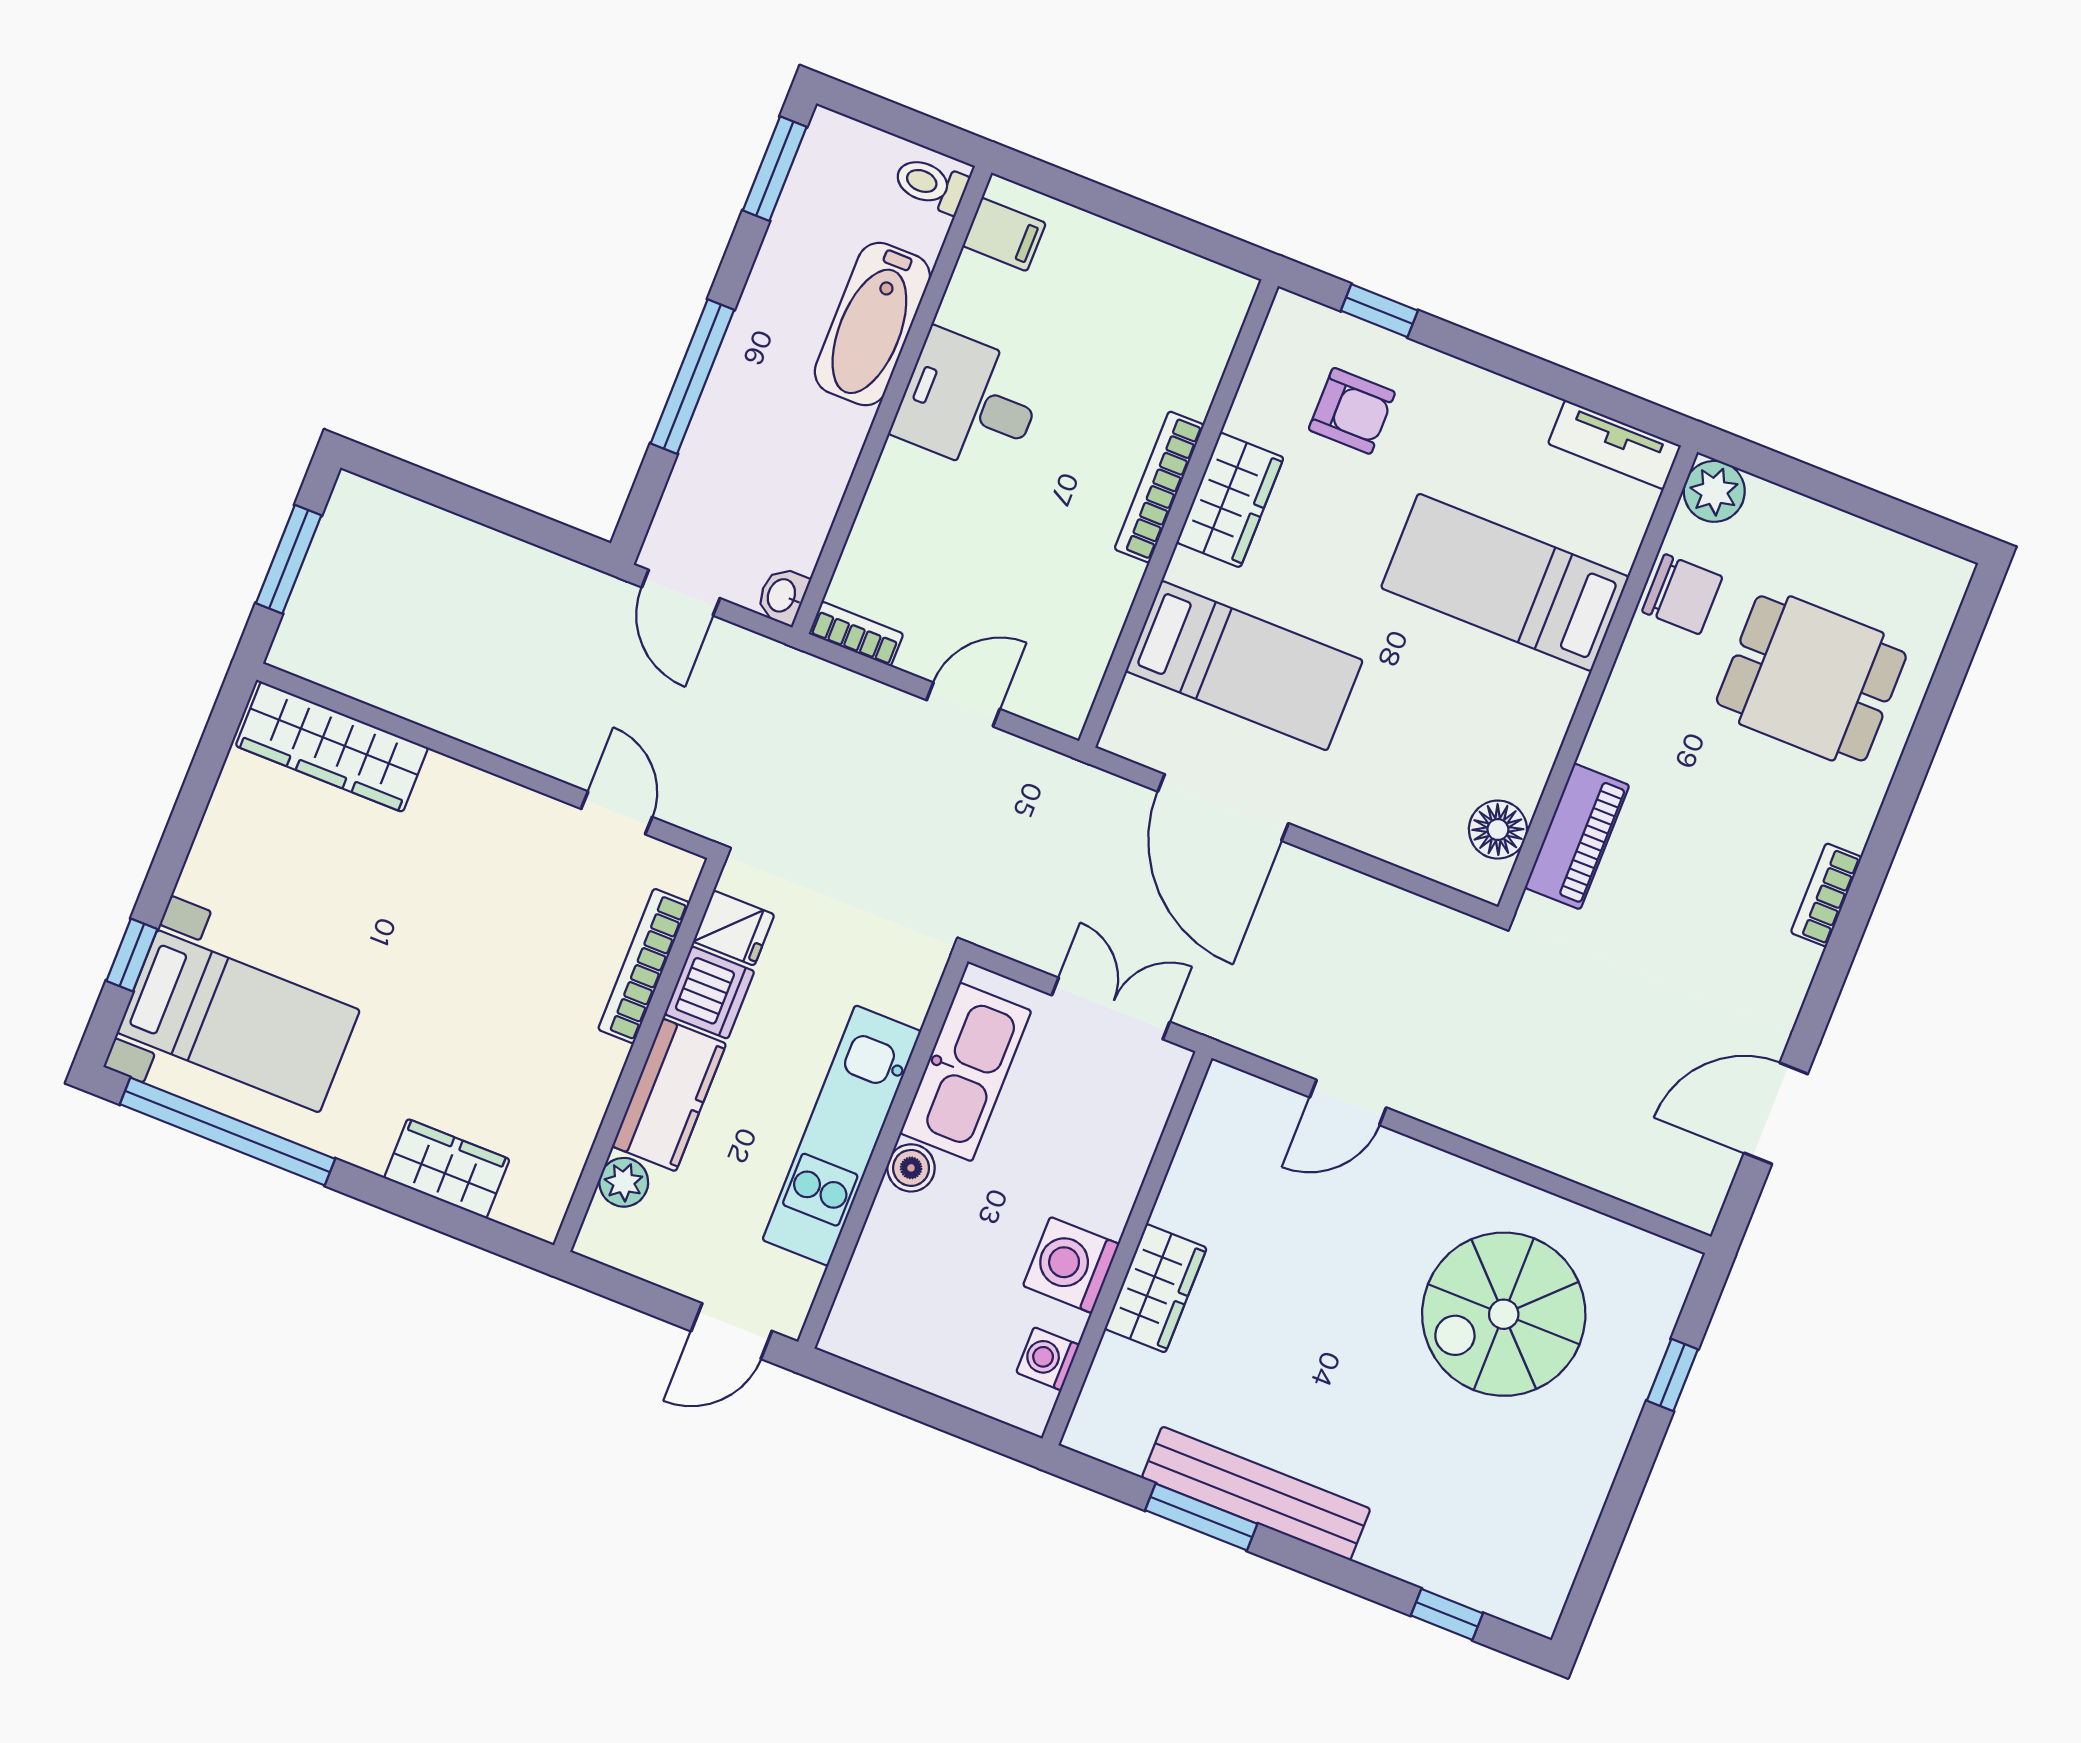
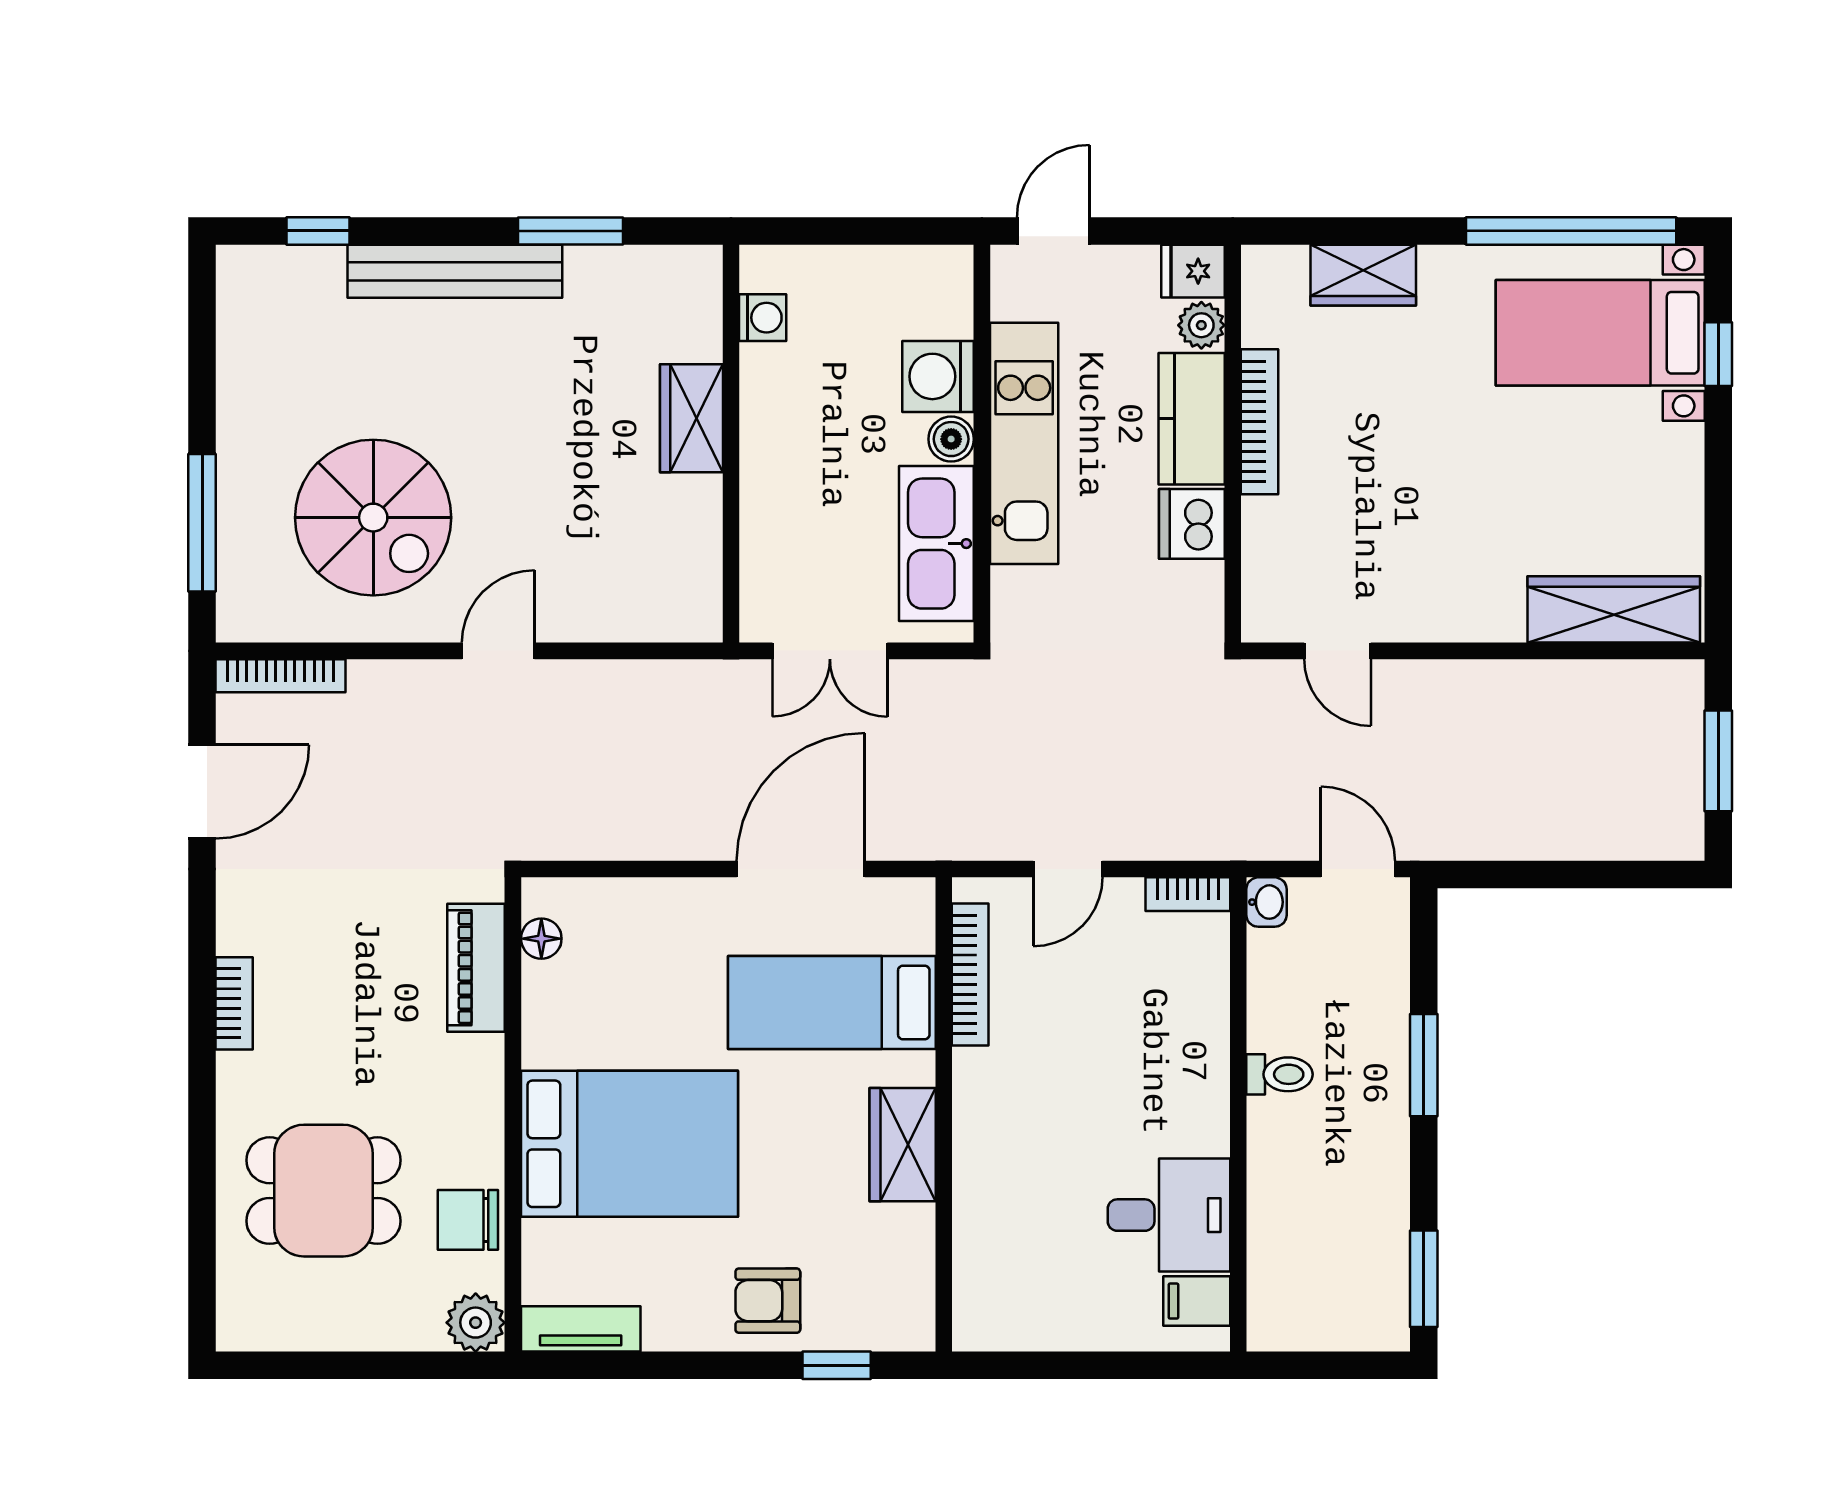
toilet: (931, 185) -> (1279, 1074), moved
bathtub: (872, 324) -> (1282, 1175), removed
window: (692, 377) -> (1424, 1065), width x0.69
desk: (969, 402) -> (1169, 1215), moved
armchair: (1352, 411) -> (768, 1301), moved
bookcase: (1159, 487) -> (970, 974), moved
bed: (1505, 582) -> (630, 1144), width x1.50
door: (1223, 807) -> (801, 869), hinge flipped
floor lamp: (1498, 830) -> (541, 939), width x0.73, depth x0.73
fridge: (734, 928) -> (1193, 271), moved
bookcase: (644, 966) -> (1260, 422), moved
door: (1348, 1102) -> (498, 651), moved
bookcase: (1655, 1196) -> (280, 676), added
washing machine: (1071, 1265) -> (938, 376), moved, turned 180
spiral stairs: (1504, 1314) -> (373, 518), turned 90
window: (1672, 1375) -> (202, 523), width x2.17
bench: (1256, 1493) -> (455, 271), moved

